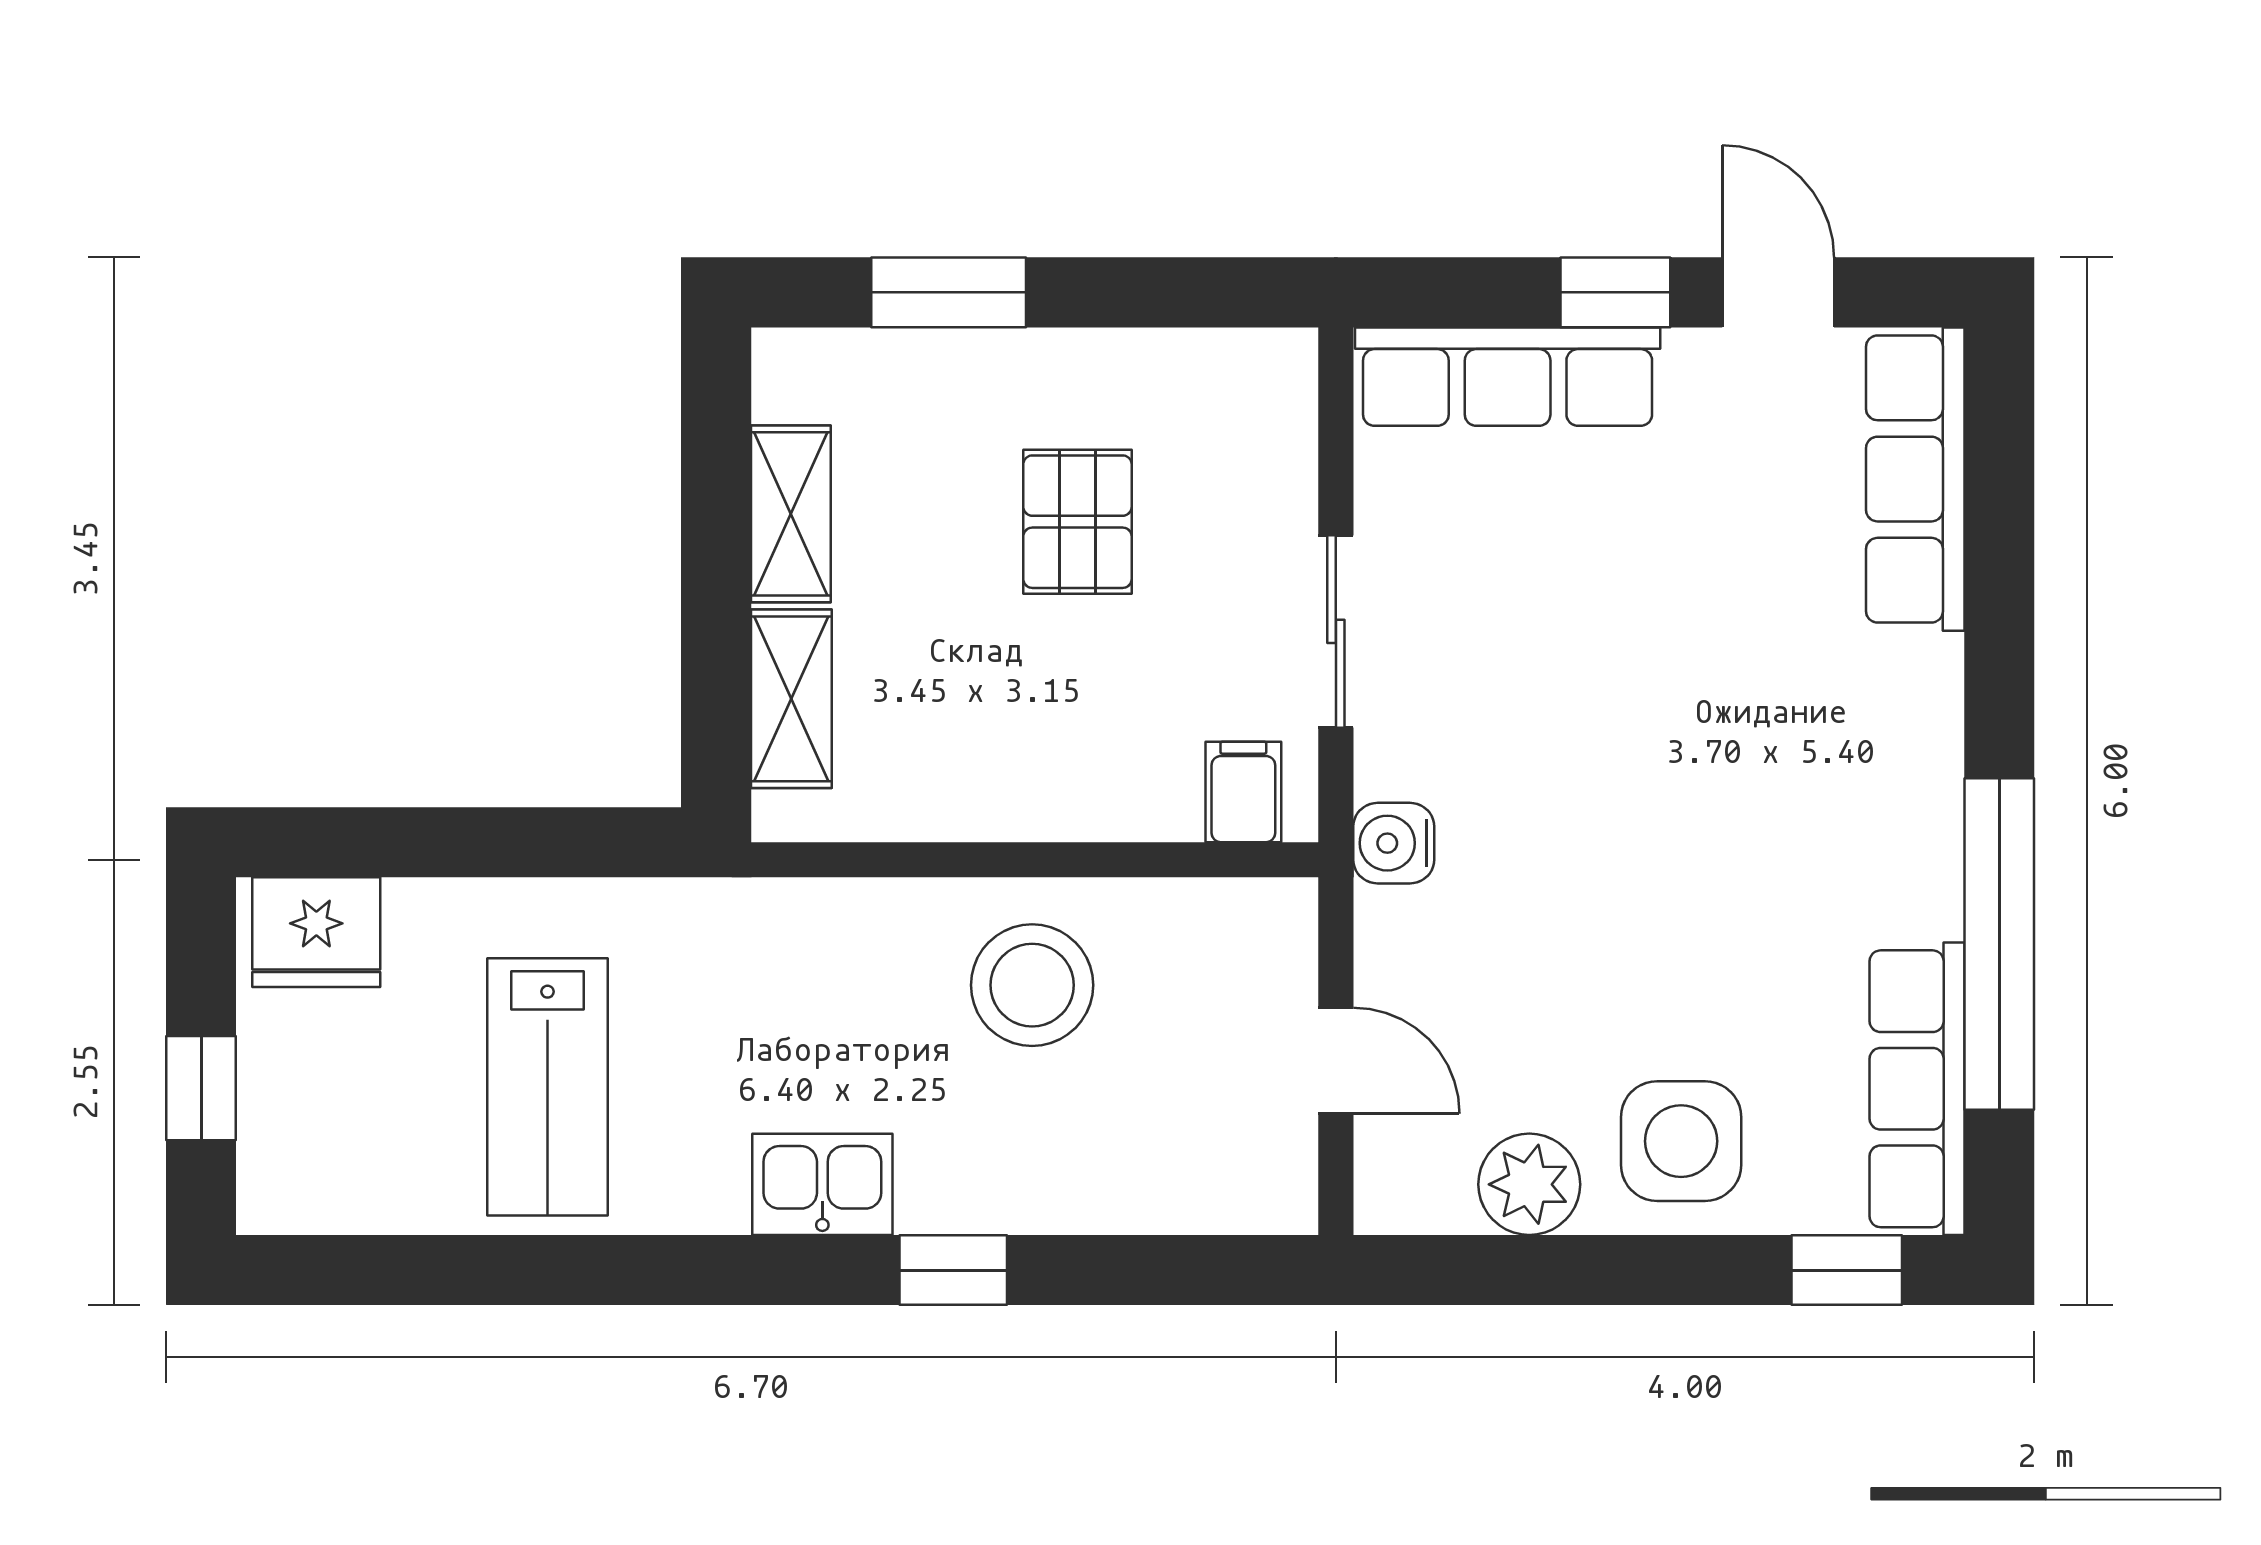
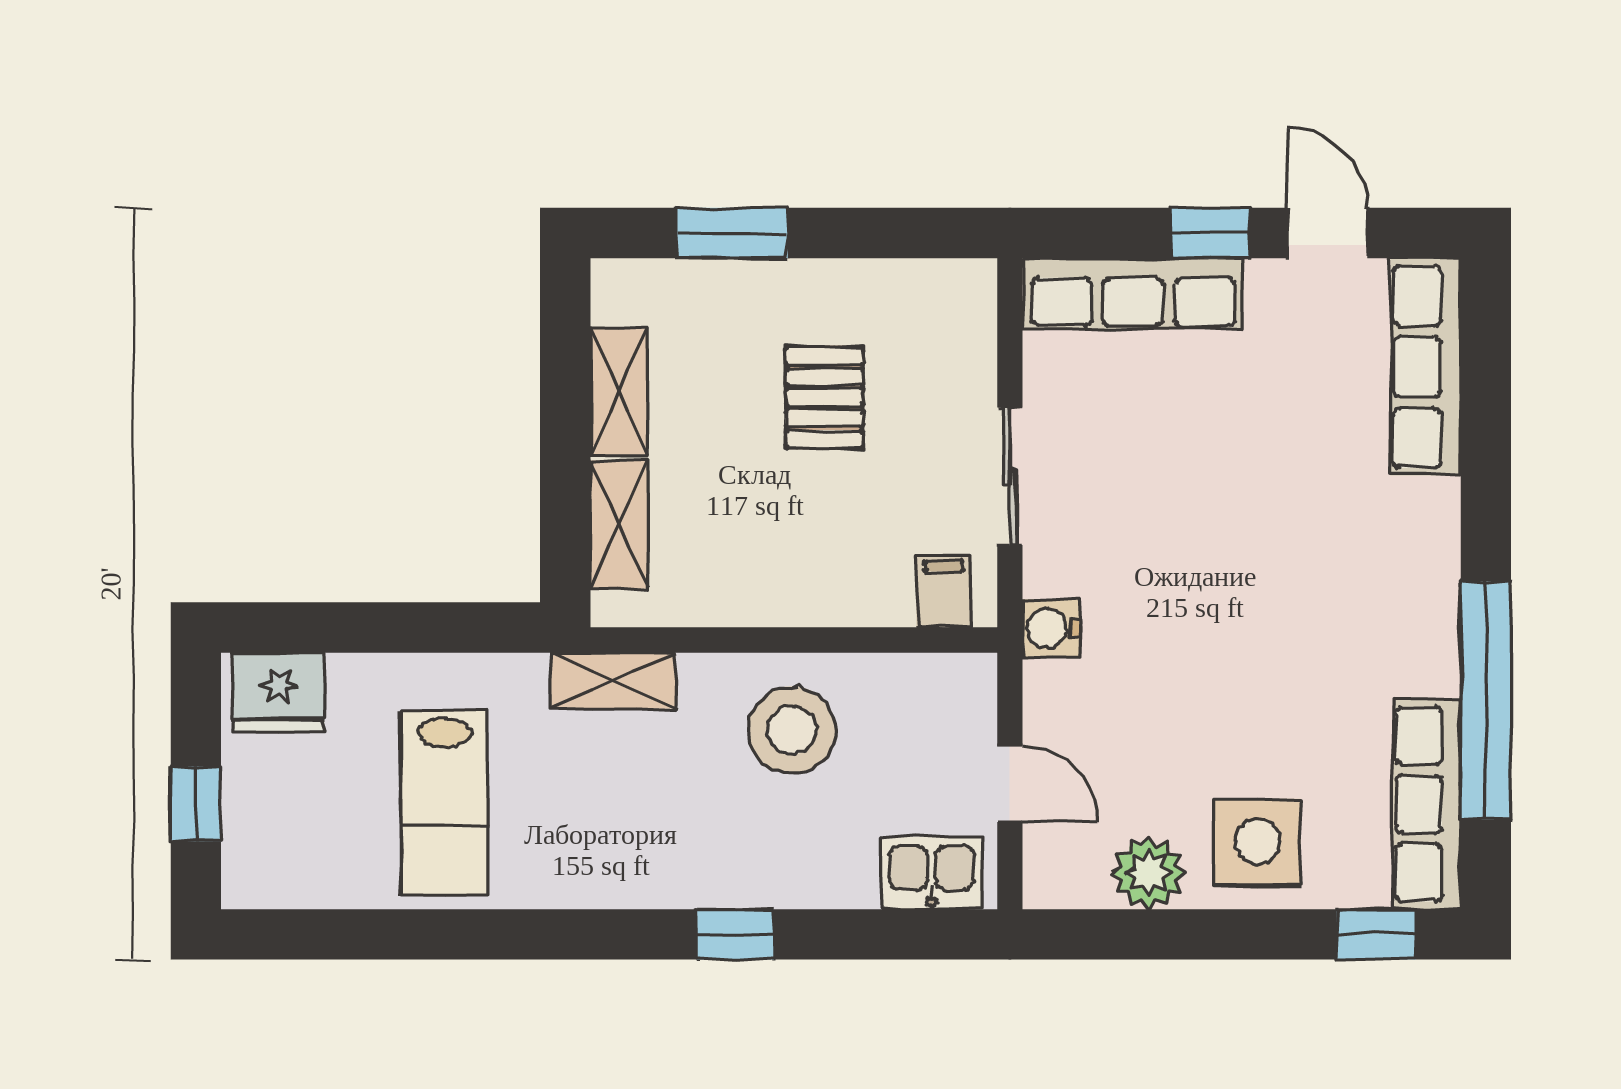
shelving: (783, 916) -> (613, 681), added
kitchen sink: (822, 1184) -> (932, 873), moved

